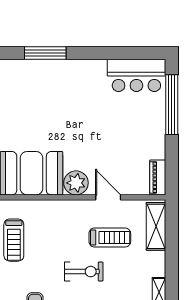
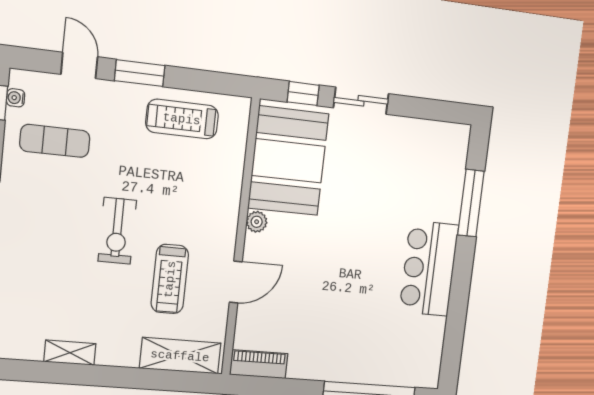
bar counter: (136, 75) -> (429, 268), moved
plant: (76, 183) -> (257, 222), width x0.53, depth x0.53

